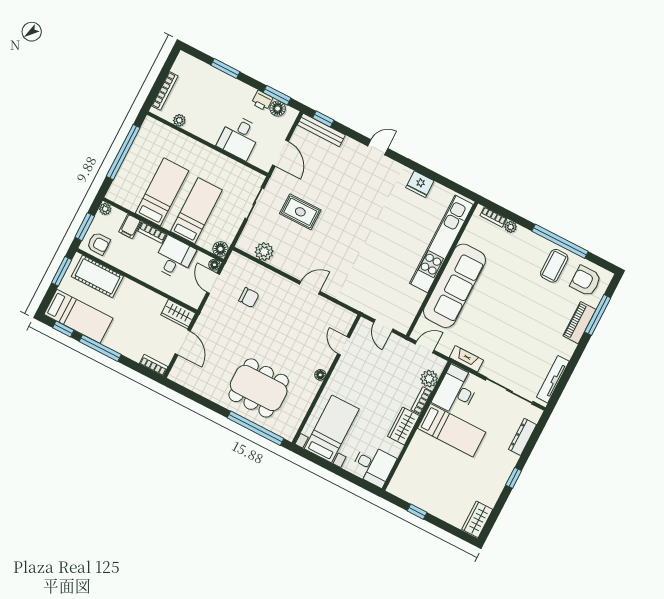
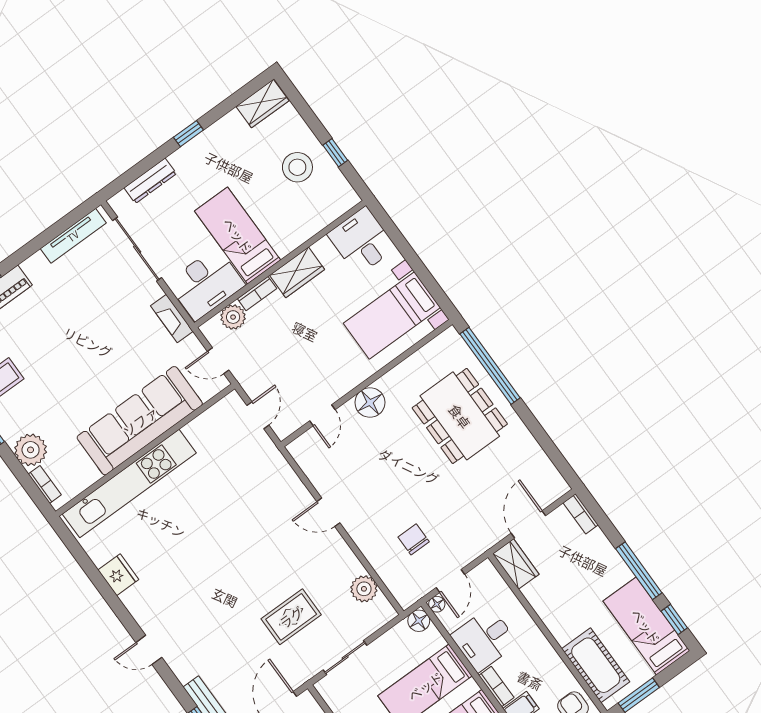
rug: (300, 212) -> (291, 617), turned 90
plant: (511, 227) -> (31, 450), width x1.88, depth x1.88
floor lamp: (320, 375) -> (370, 402), width x1.89, depth x1.89
stool: (436, 491) -> (297, 167), added

